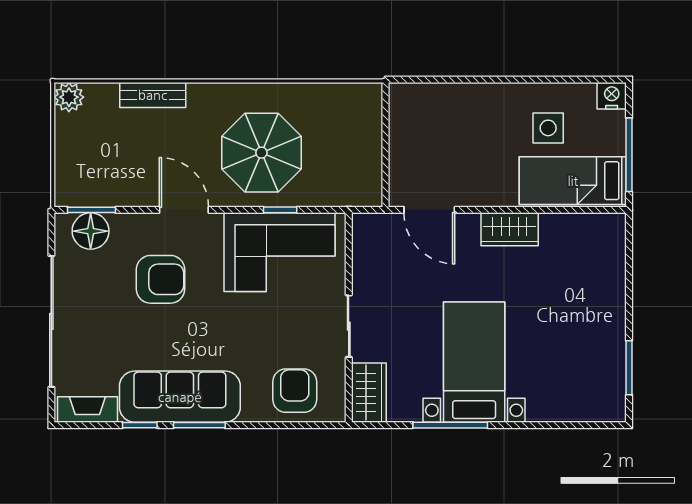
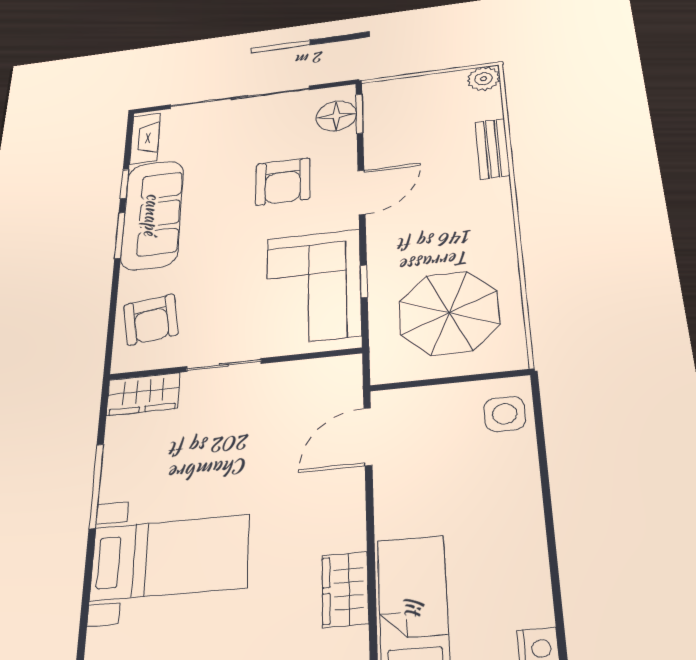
side table: (548, 128) -> (505, 414), moved
parasol: (261, 153) -> (449, 313), moved
wardrobe: (510, 229) -> (345, 589), moved
bed with nightstands: (474, 362) -> (170, 557), moved
armchair: (295, 391) -> (151, 320), turned 82

